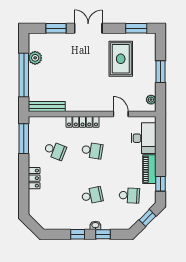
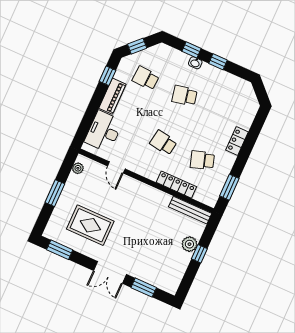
plant: (35, 58) -> (189, 244), moved
rug: (121, 59) -> (90, 225), turned 90
window: (24, 75) -> (199, 254), width x0.32
locker: (83, 122) -> (176, 185), moved
window: (24, 139) -> (229, 187), width x0.69
school desk: (55, 151) -> (202, 160), turned -39

